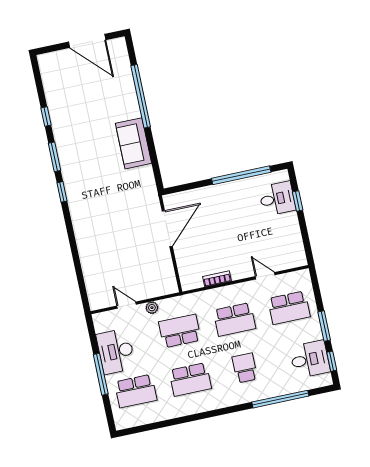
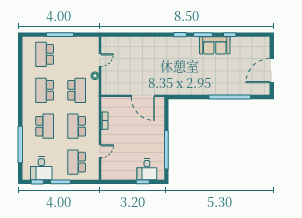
sofa: (134, 143) -> (215, 45), moved, turned 180
desk: (116, 351) -> (72, 47), removed
school desk: (245, 368) -> (45, 126), width x1.85

